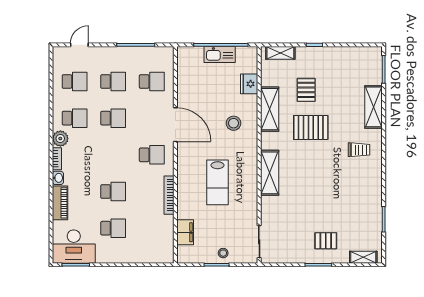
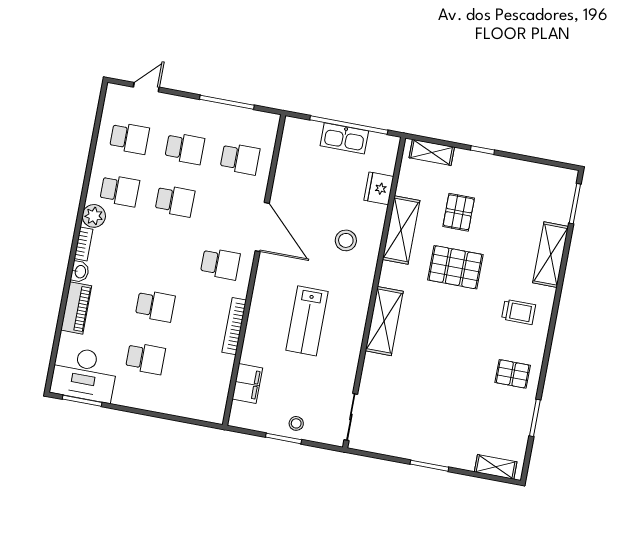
pallet: (326, 241) -> (513, 374), moved

